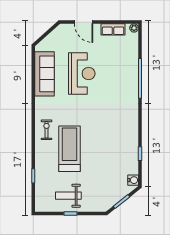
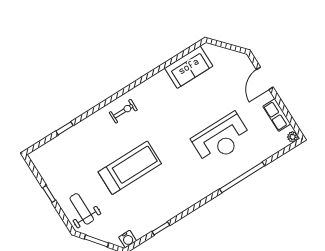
sofa: (44, 74) -> (189, 67), width x0.73
reception desk: (82, 74) -> (221, 139), moved
treadmill: (70, 149) -> (130, 168), moved
weight bench: (68, 196) -> (82, 209), moved

